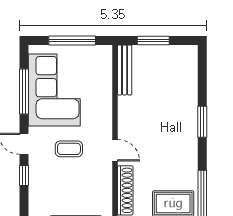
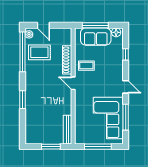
coffee table: (69, 149) -> (86, 66), moved
window: (24, 175) -> (126, 54), moved

